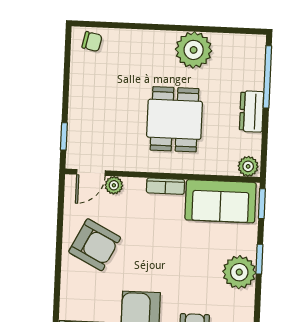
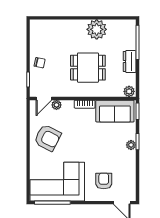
chair: (92, 42) -> (40, 63), moved
dining table: (175, 119) -> (88, 68), turned 90
plant: (239, 272) -> (131, 145), width x0.53, depth x0.53

